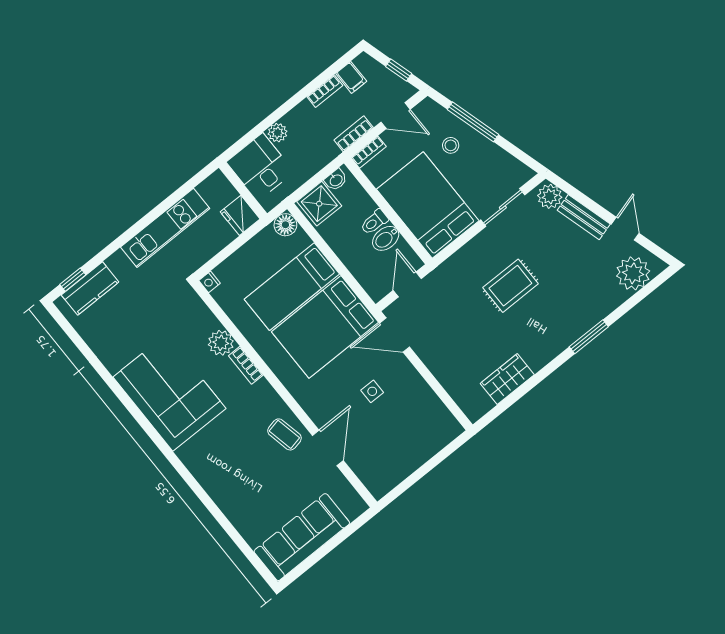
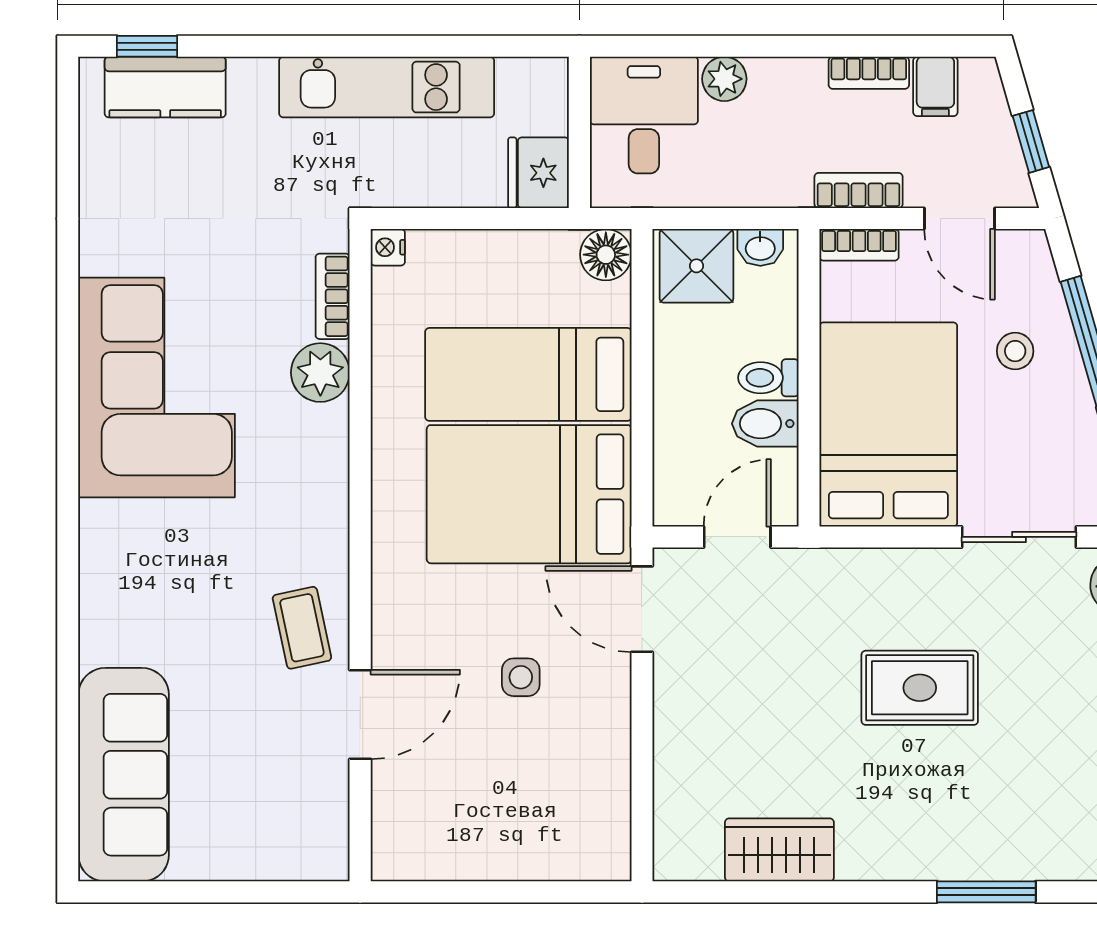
bookcase: (246, 365) -> (333, 296), moved
sofa: (302, 537) -> (124, 775), moved, turned 90

